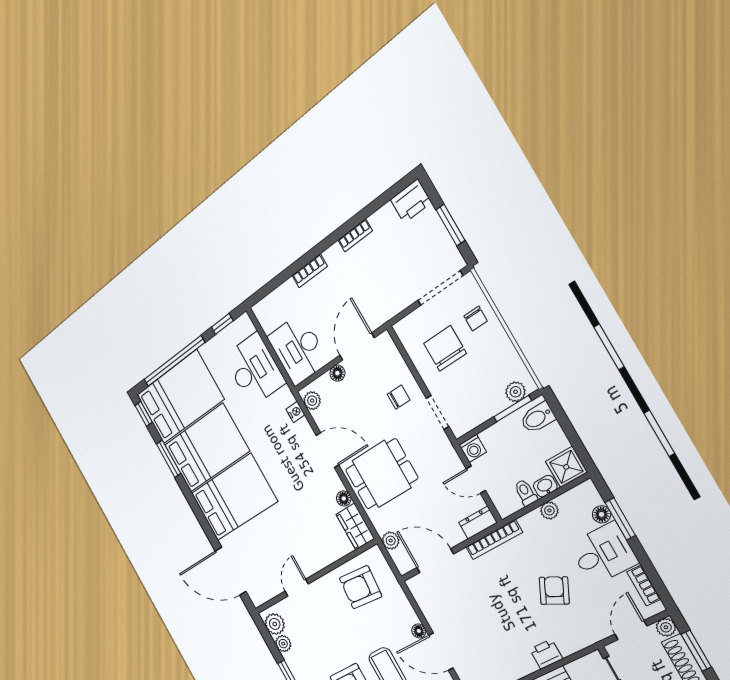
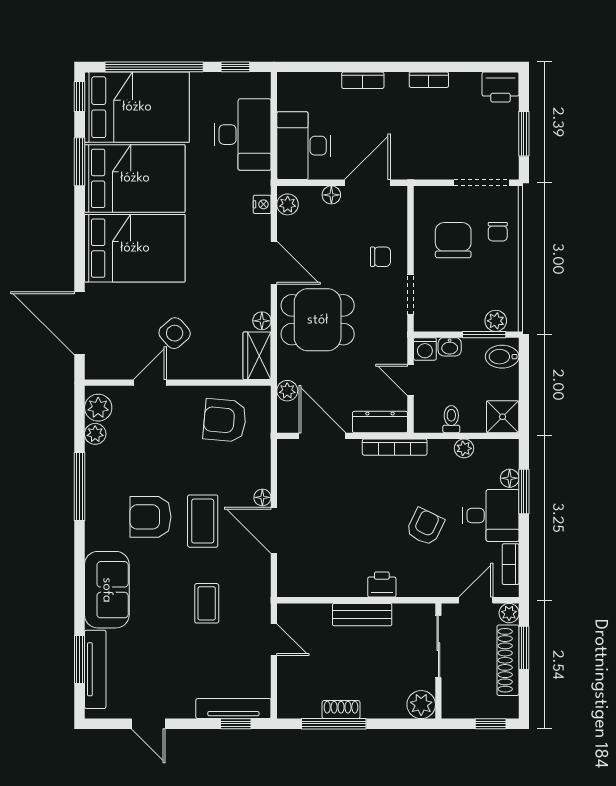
washbasin: (545, 486) -> (450, 347), moved, turned 180
dresser: (478, 523) -> (380, 422), width x1.44
side table: (292, 543) -> (175, 333), added

